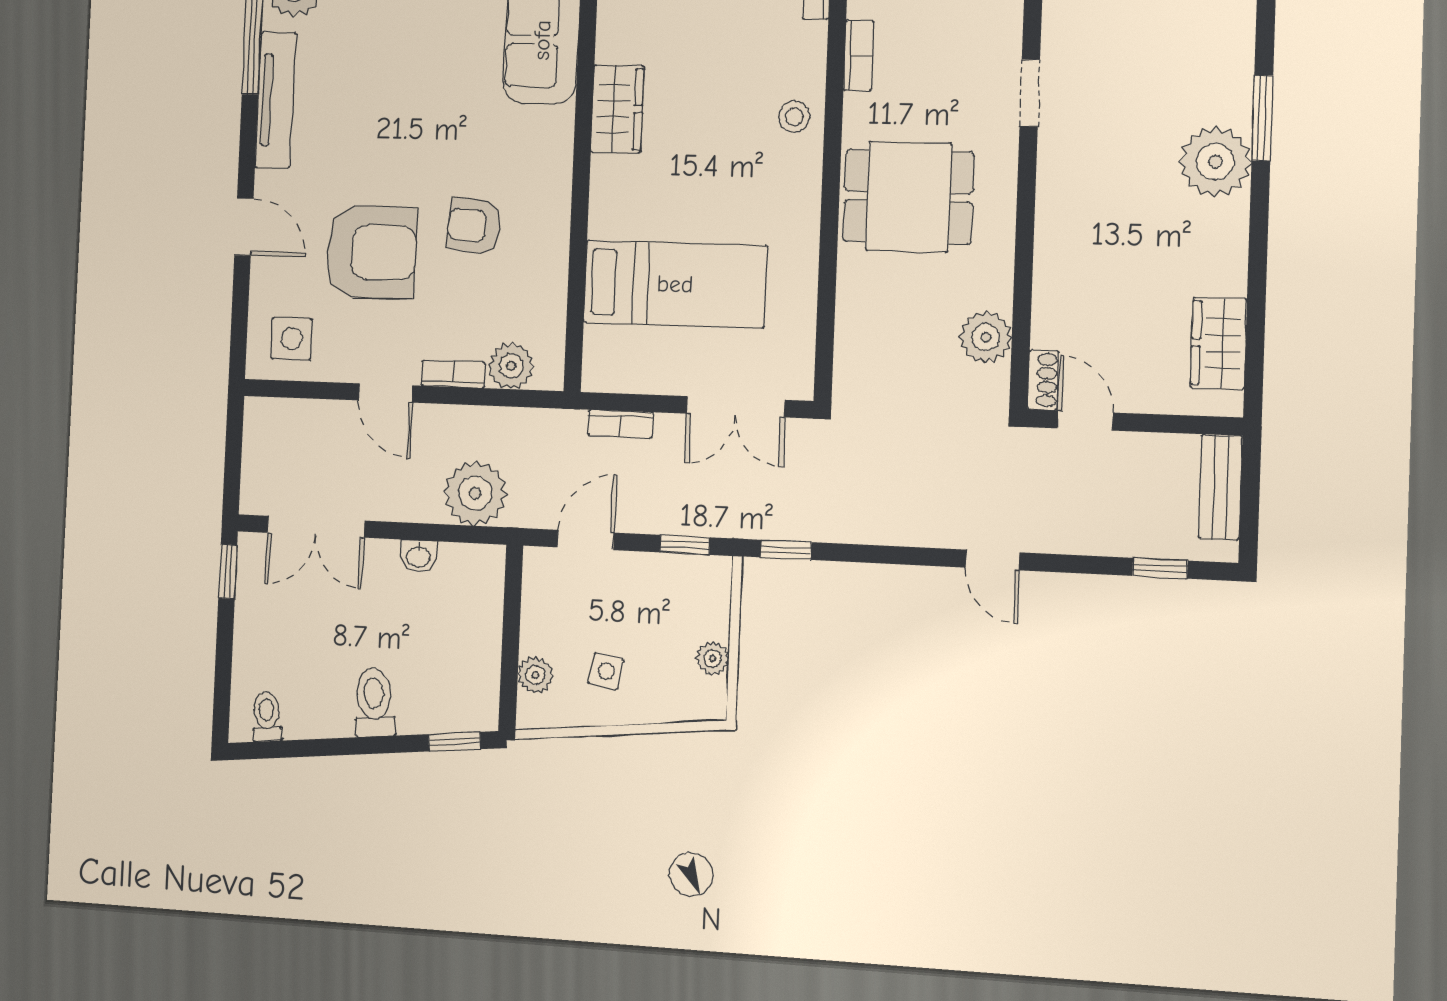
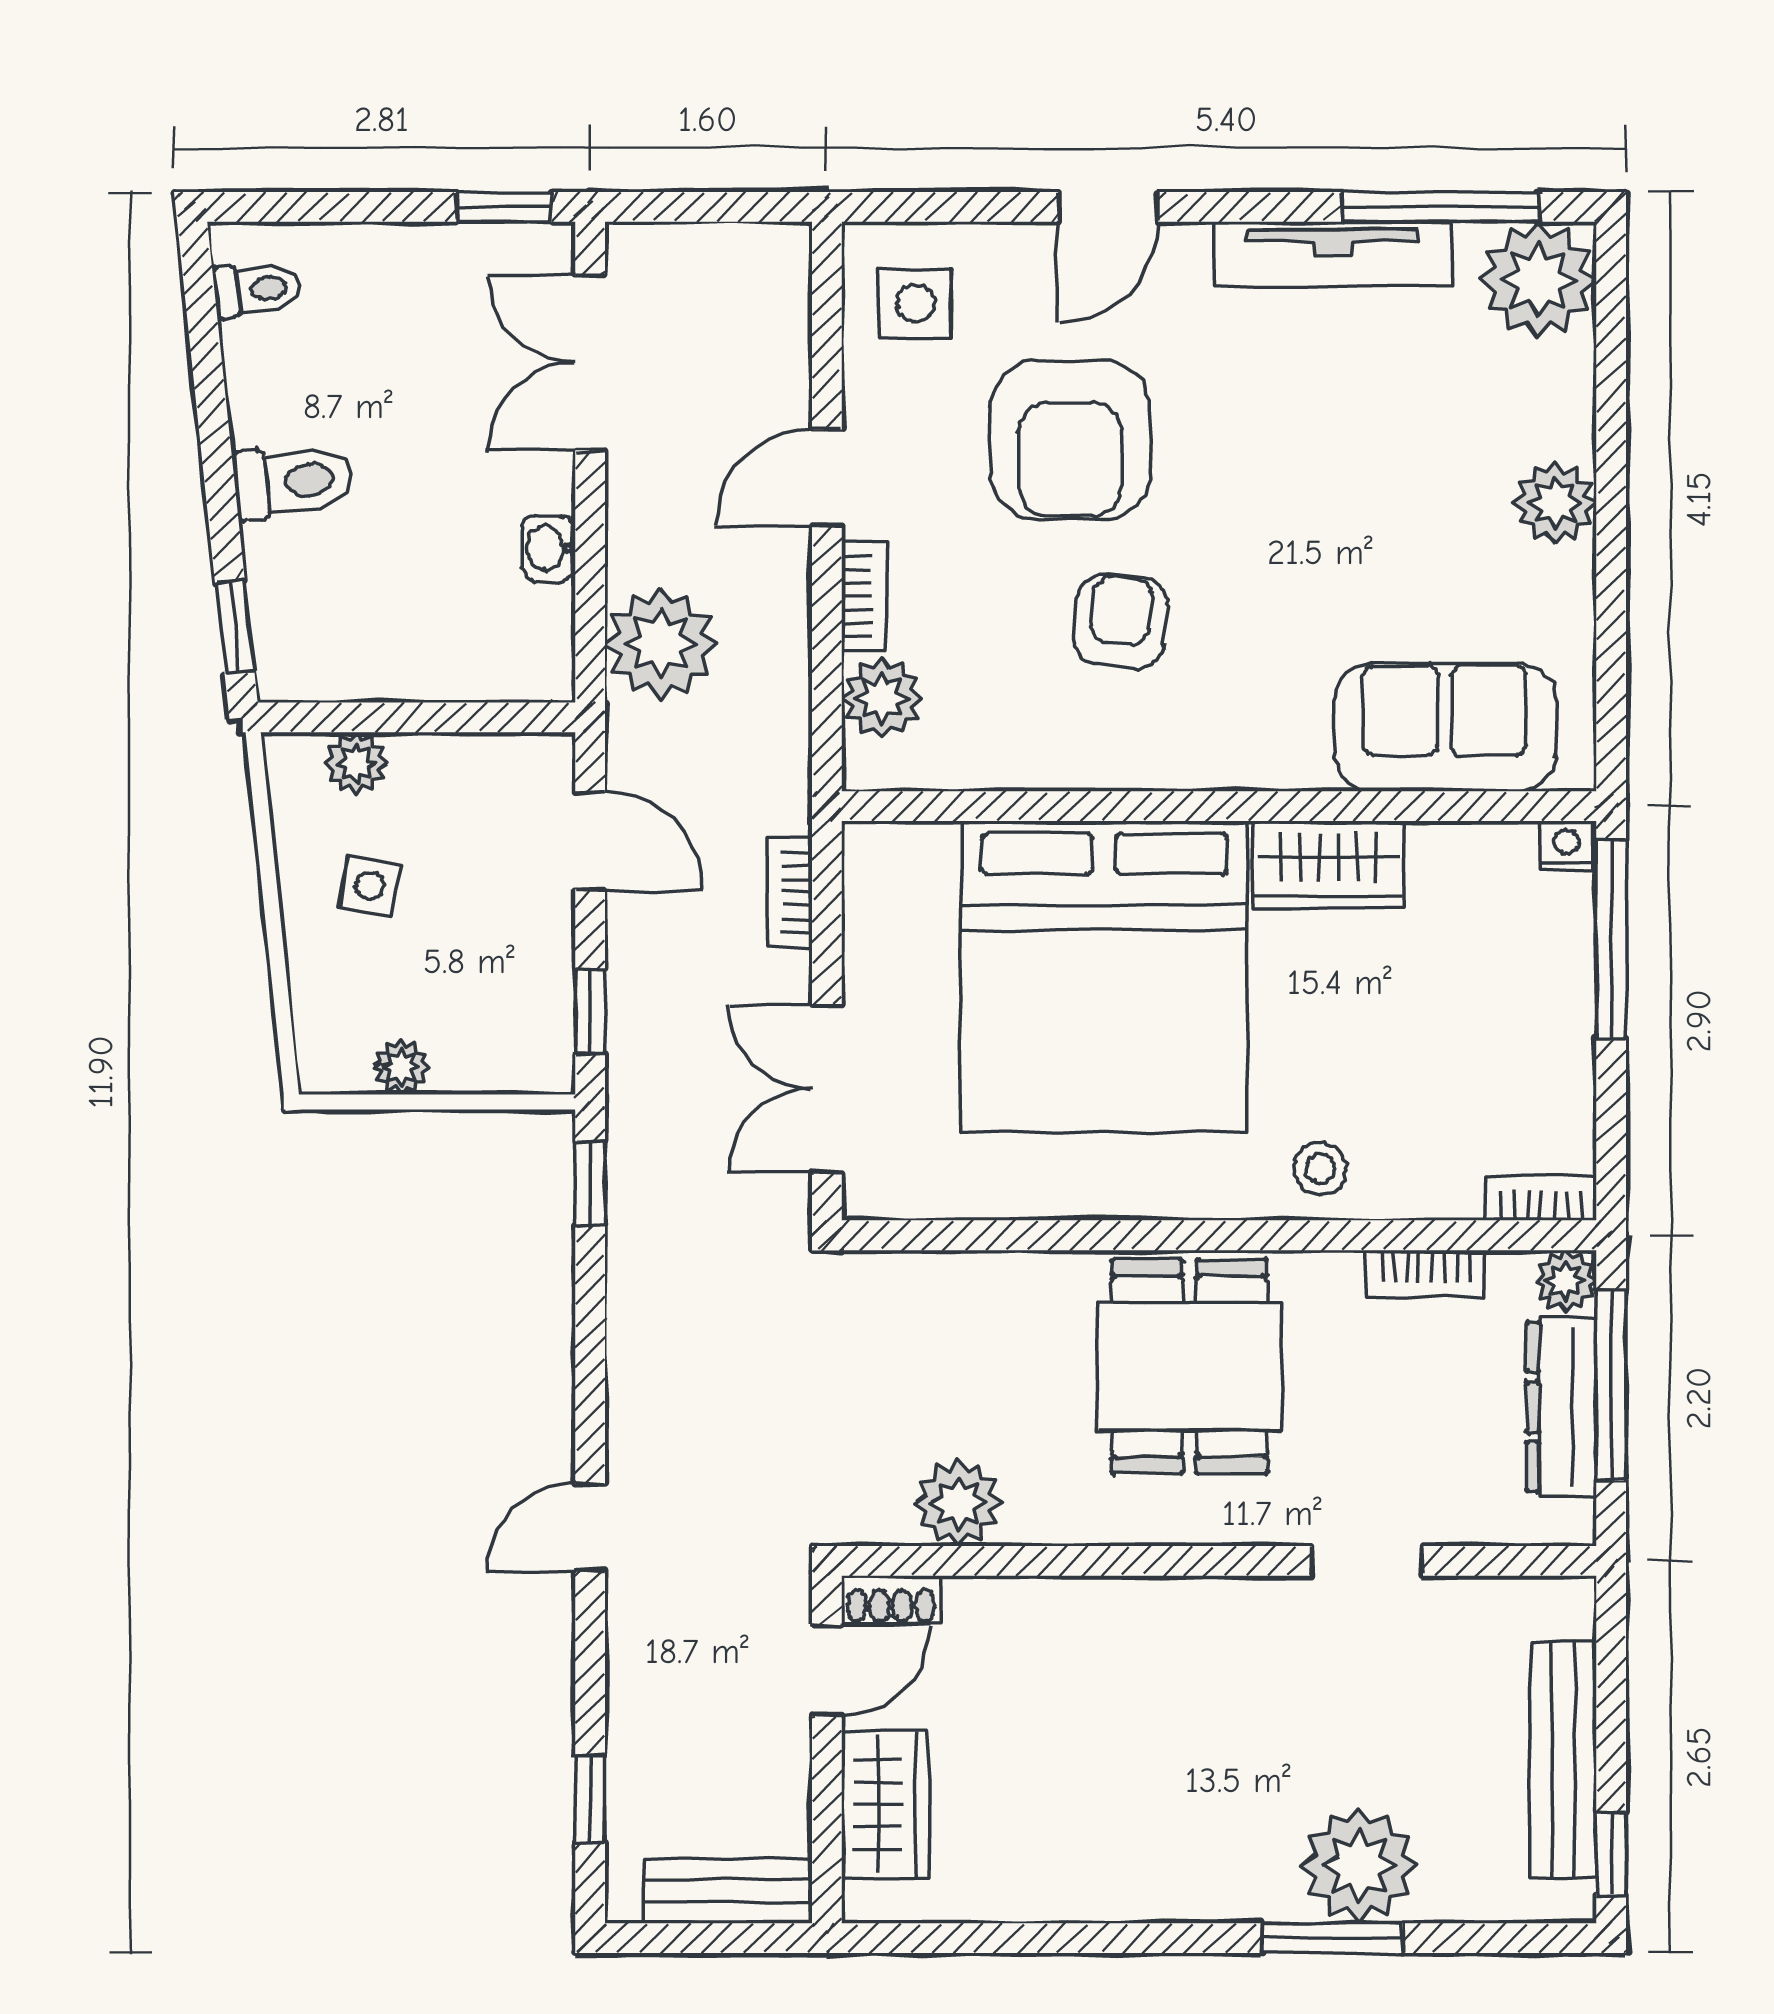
plant: (1215, 162) -> (1359, 1865), moved
bed: (675, 284) -> (1104, 976), width x2.04
wardrobe: (1219, 343) -> (885, 1805), moved, turned 90

